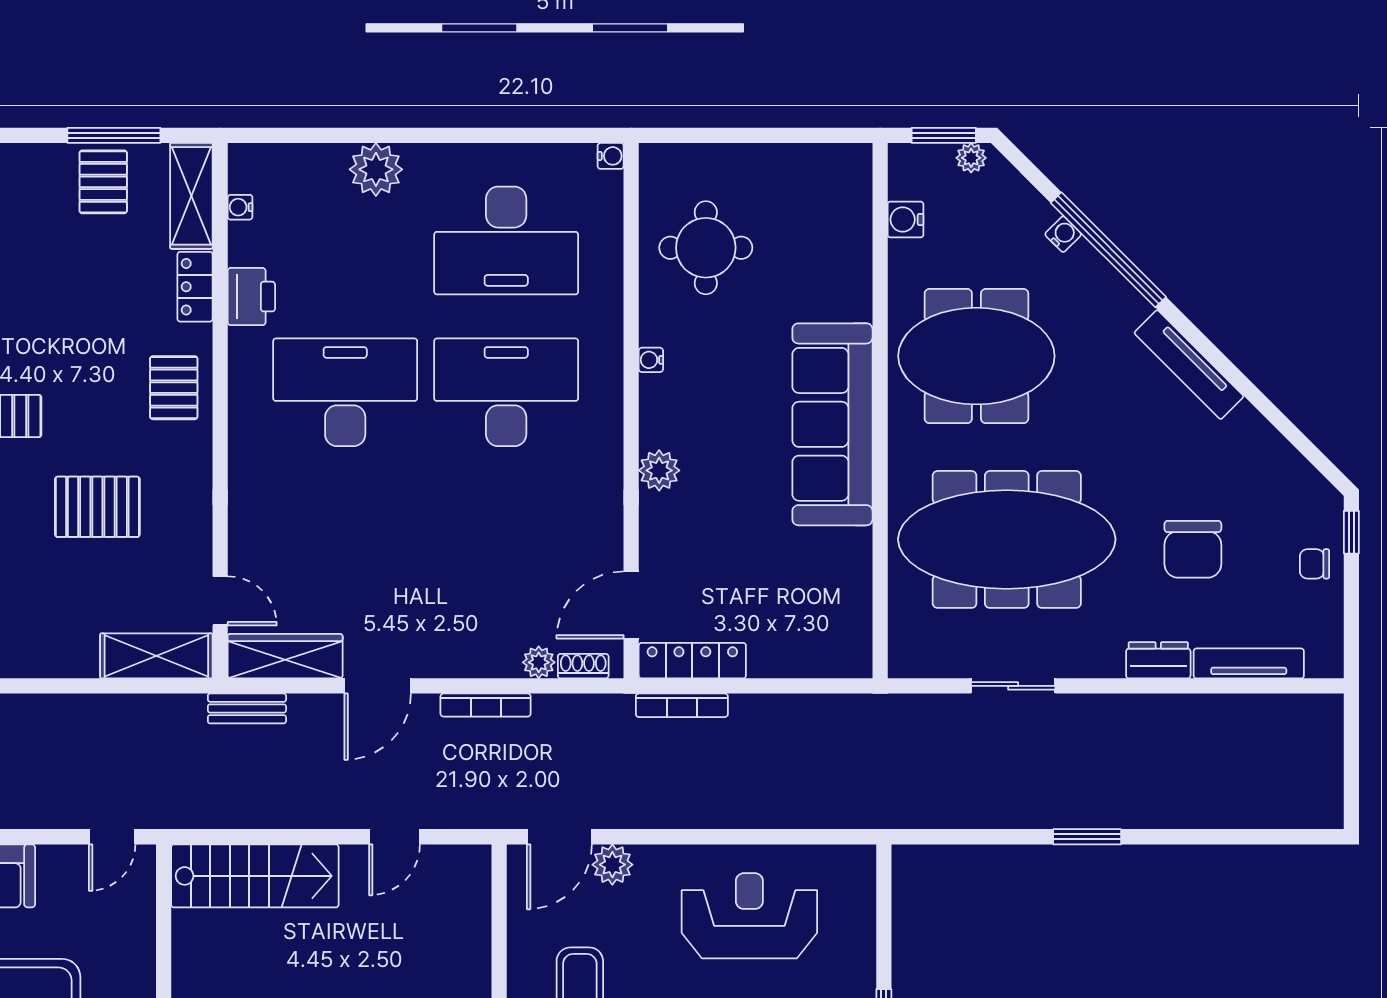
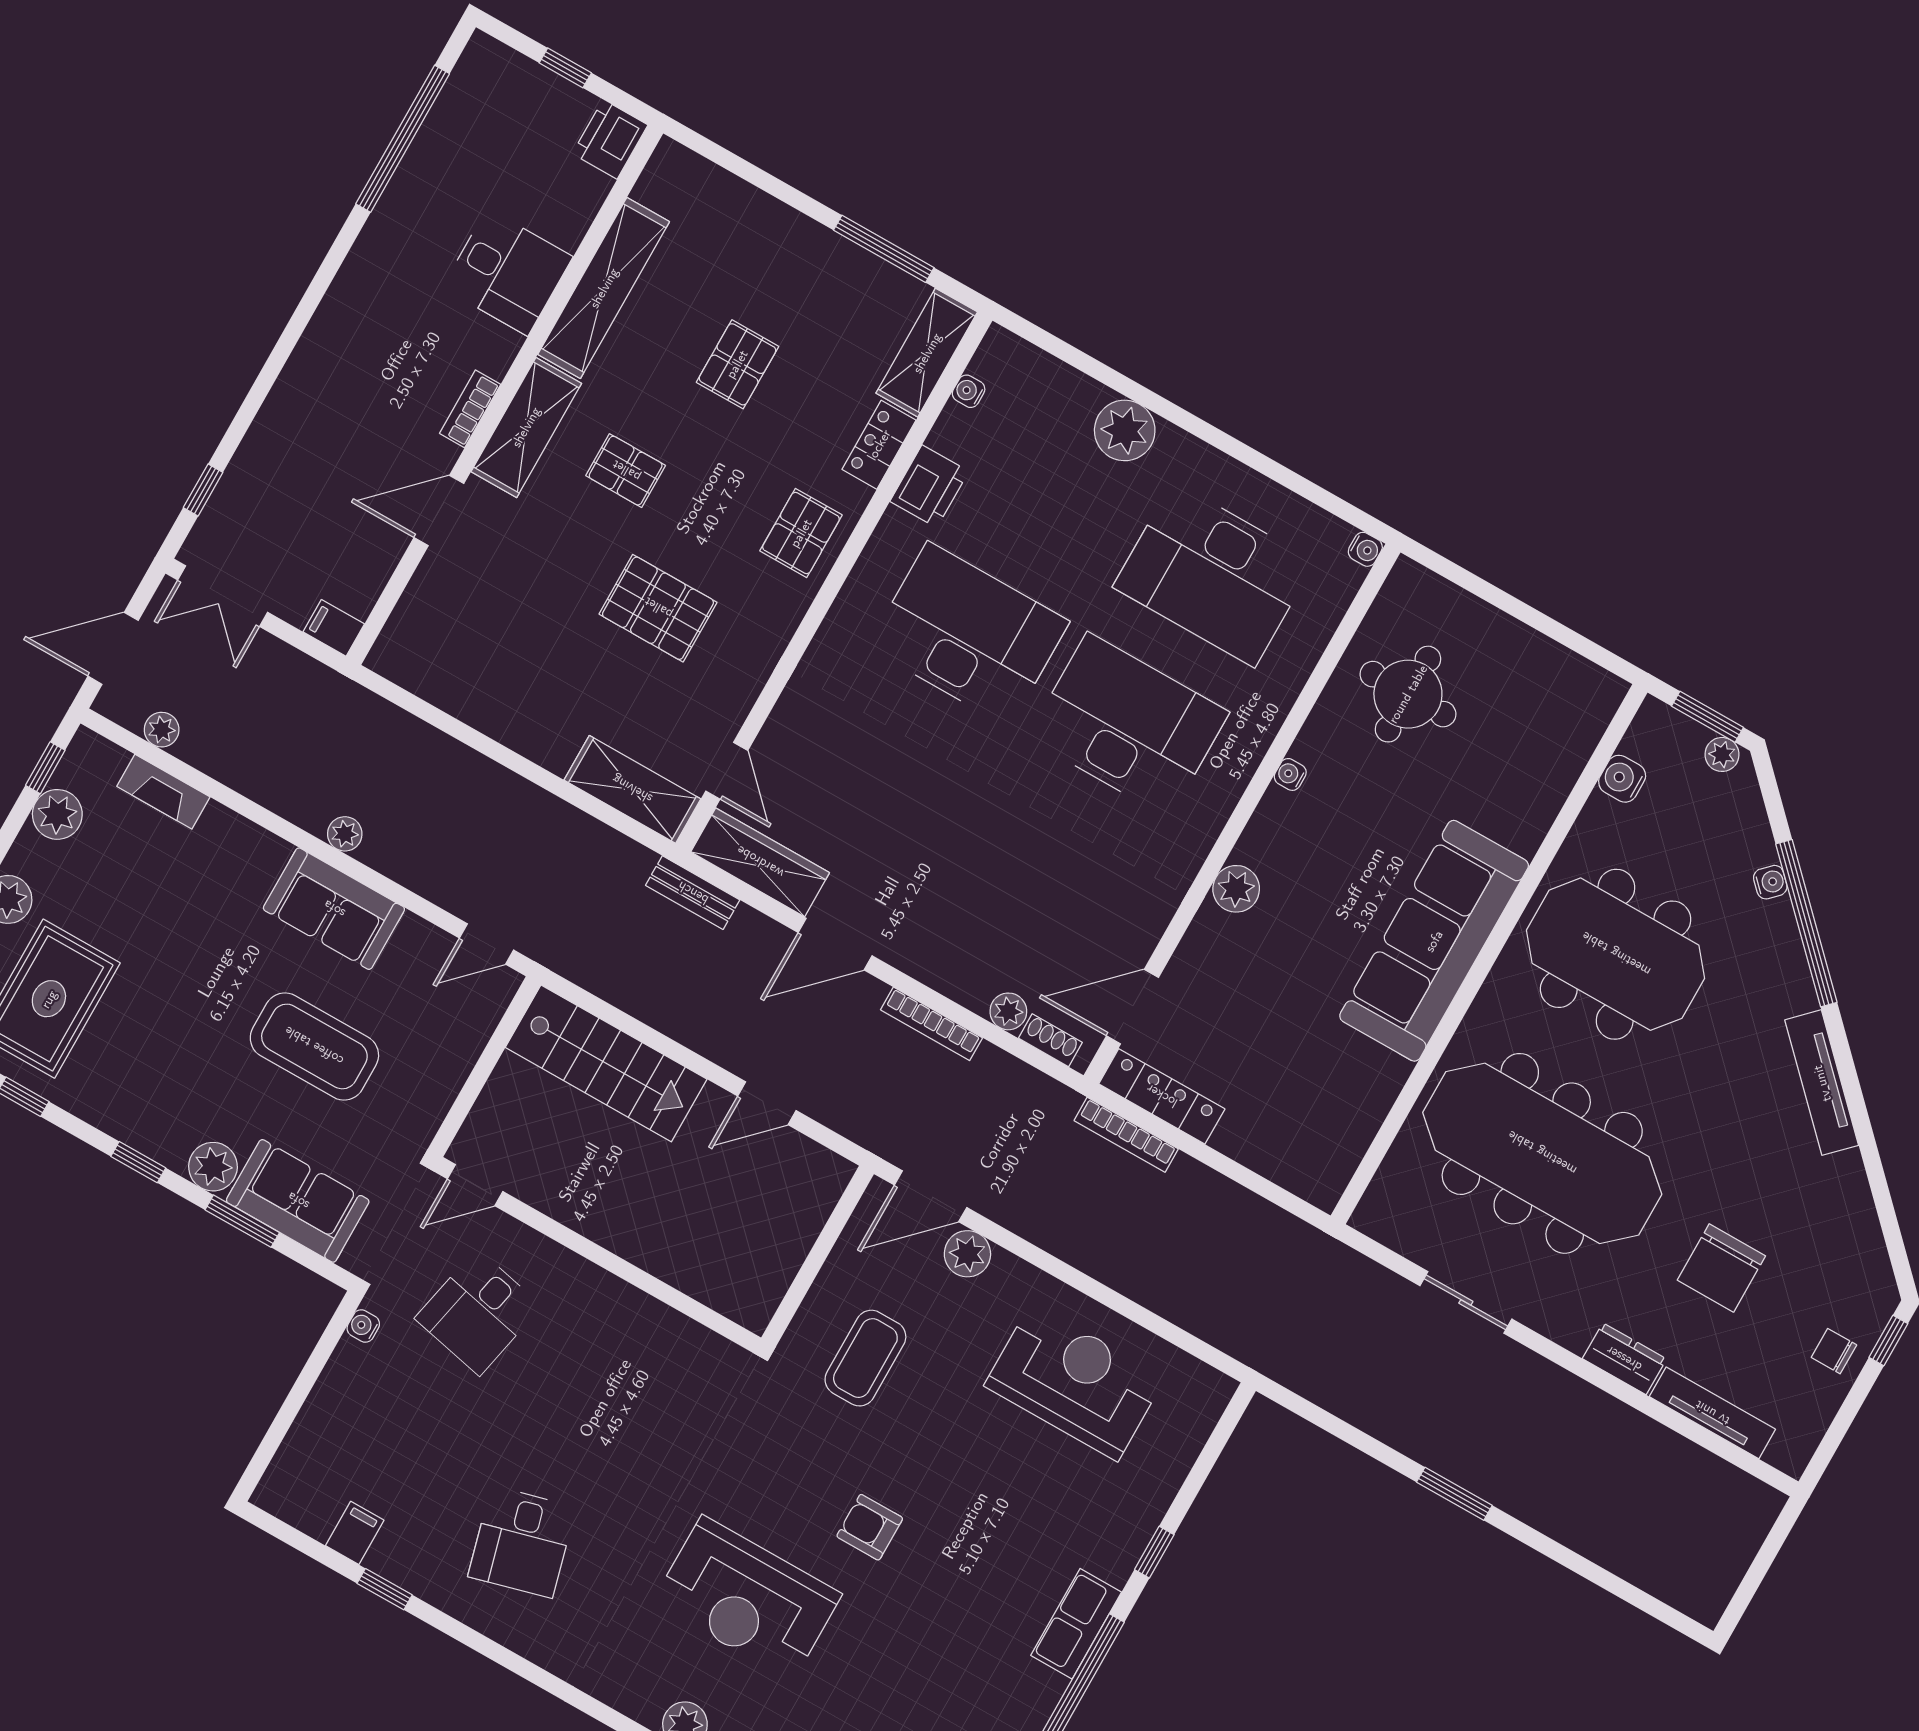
pallet: (103, 182) -> (737, 364), moved

